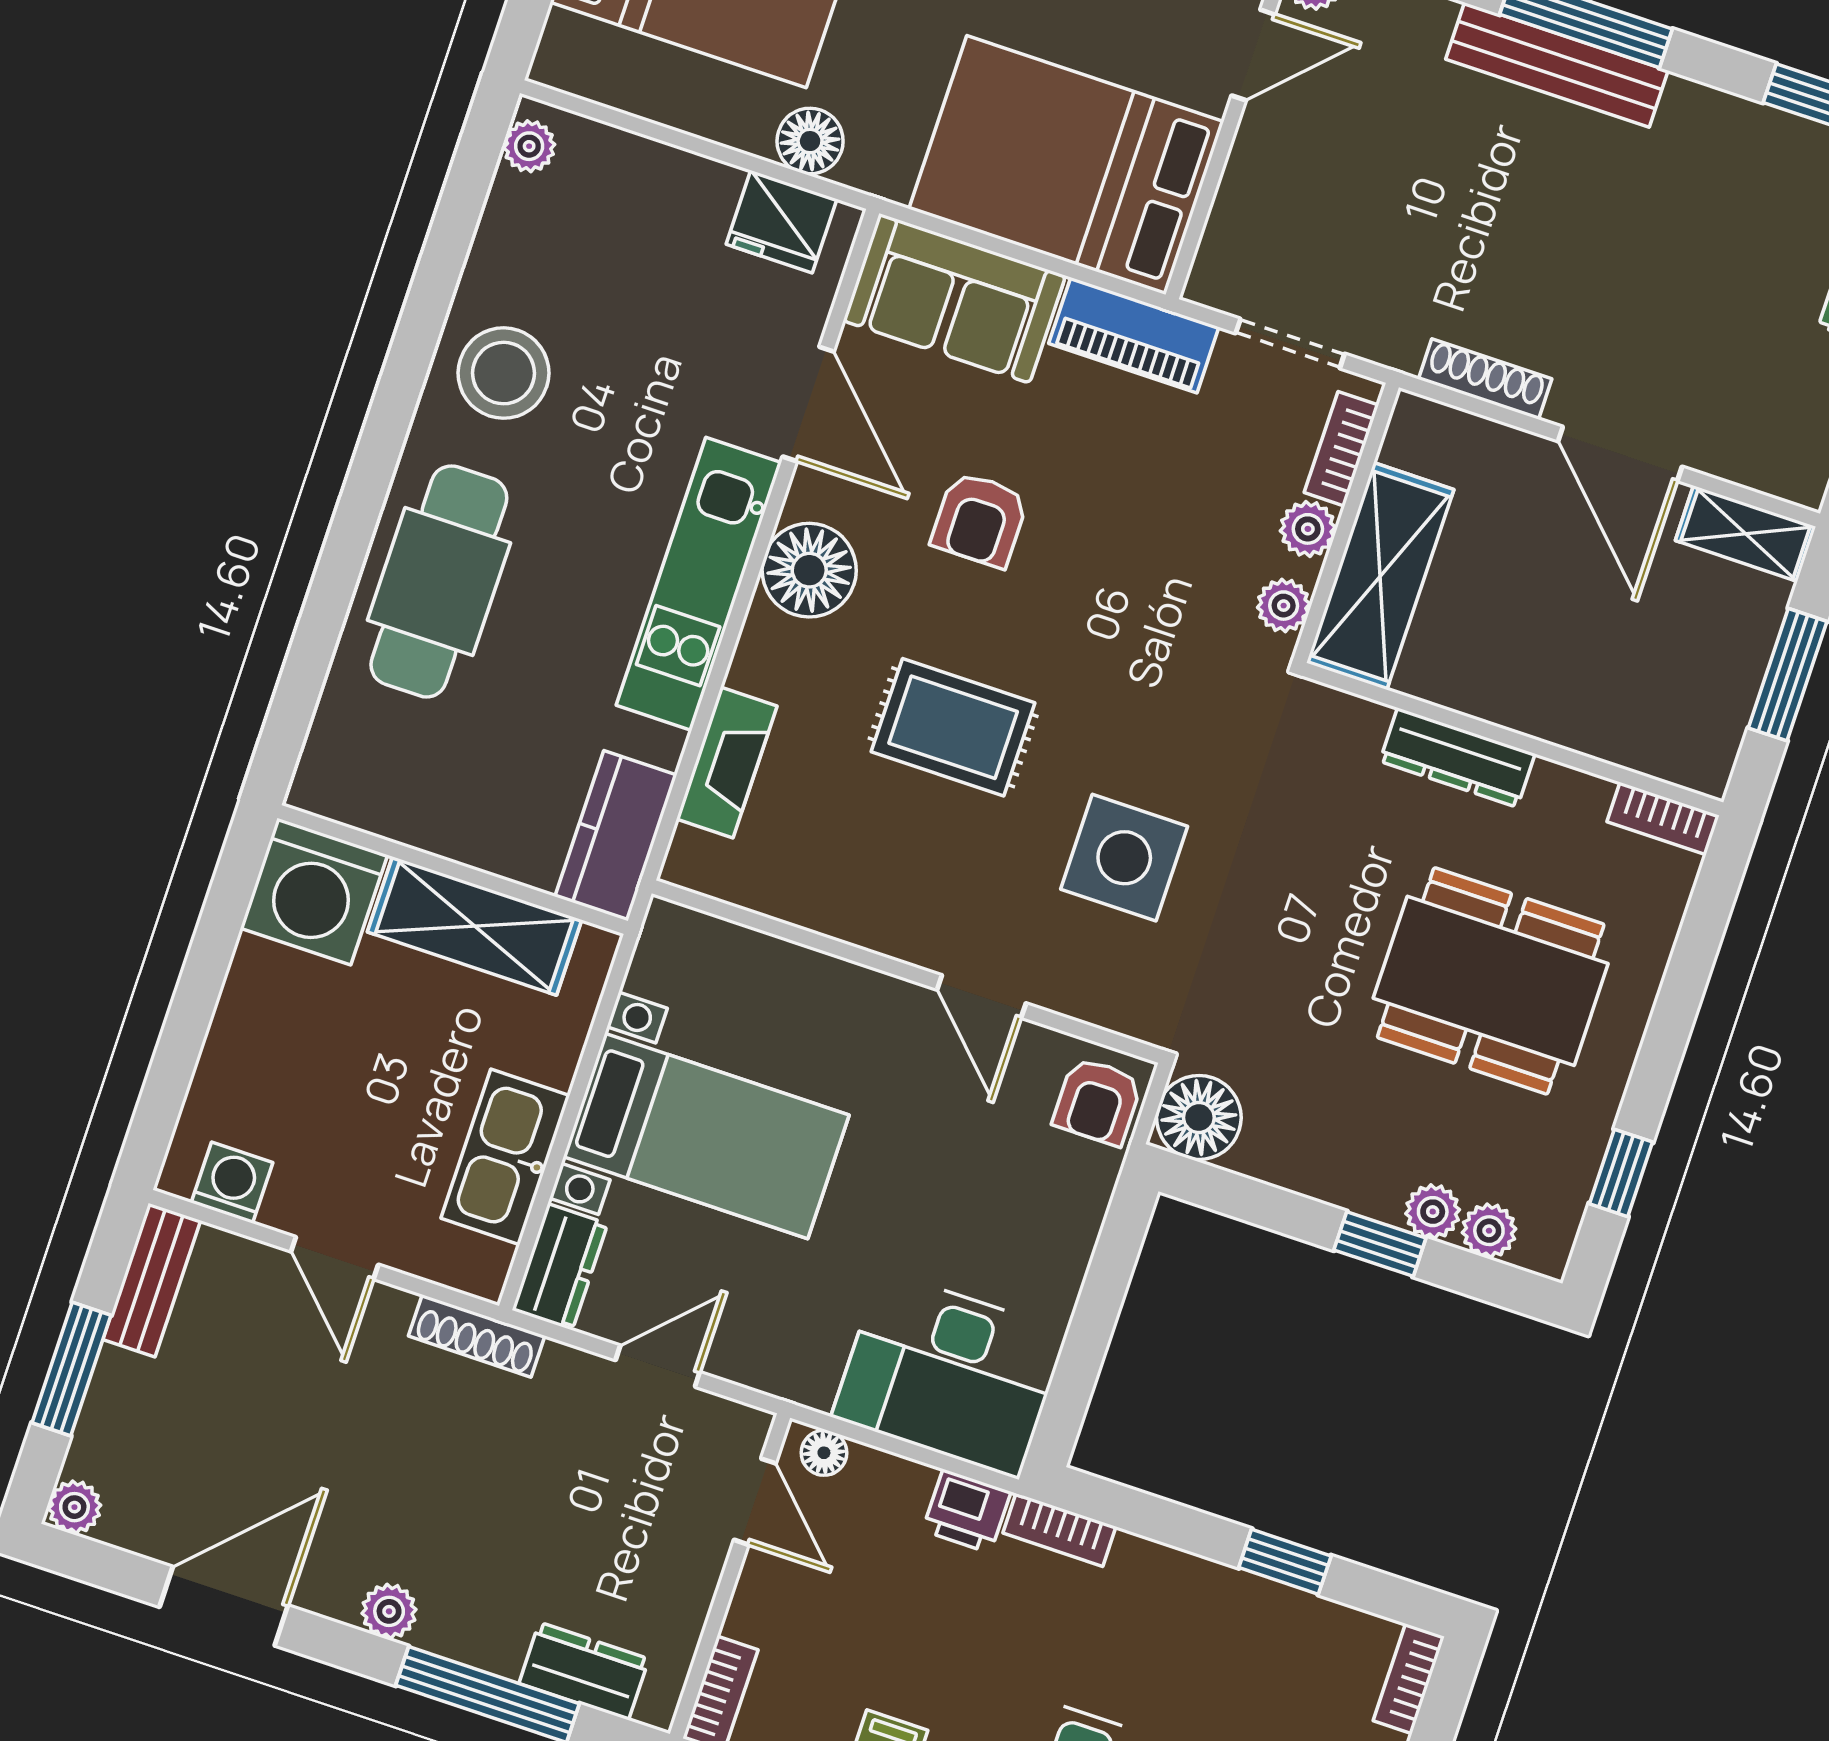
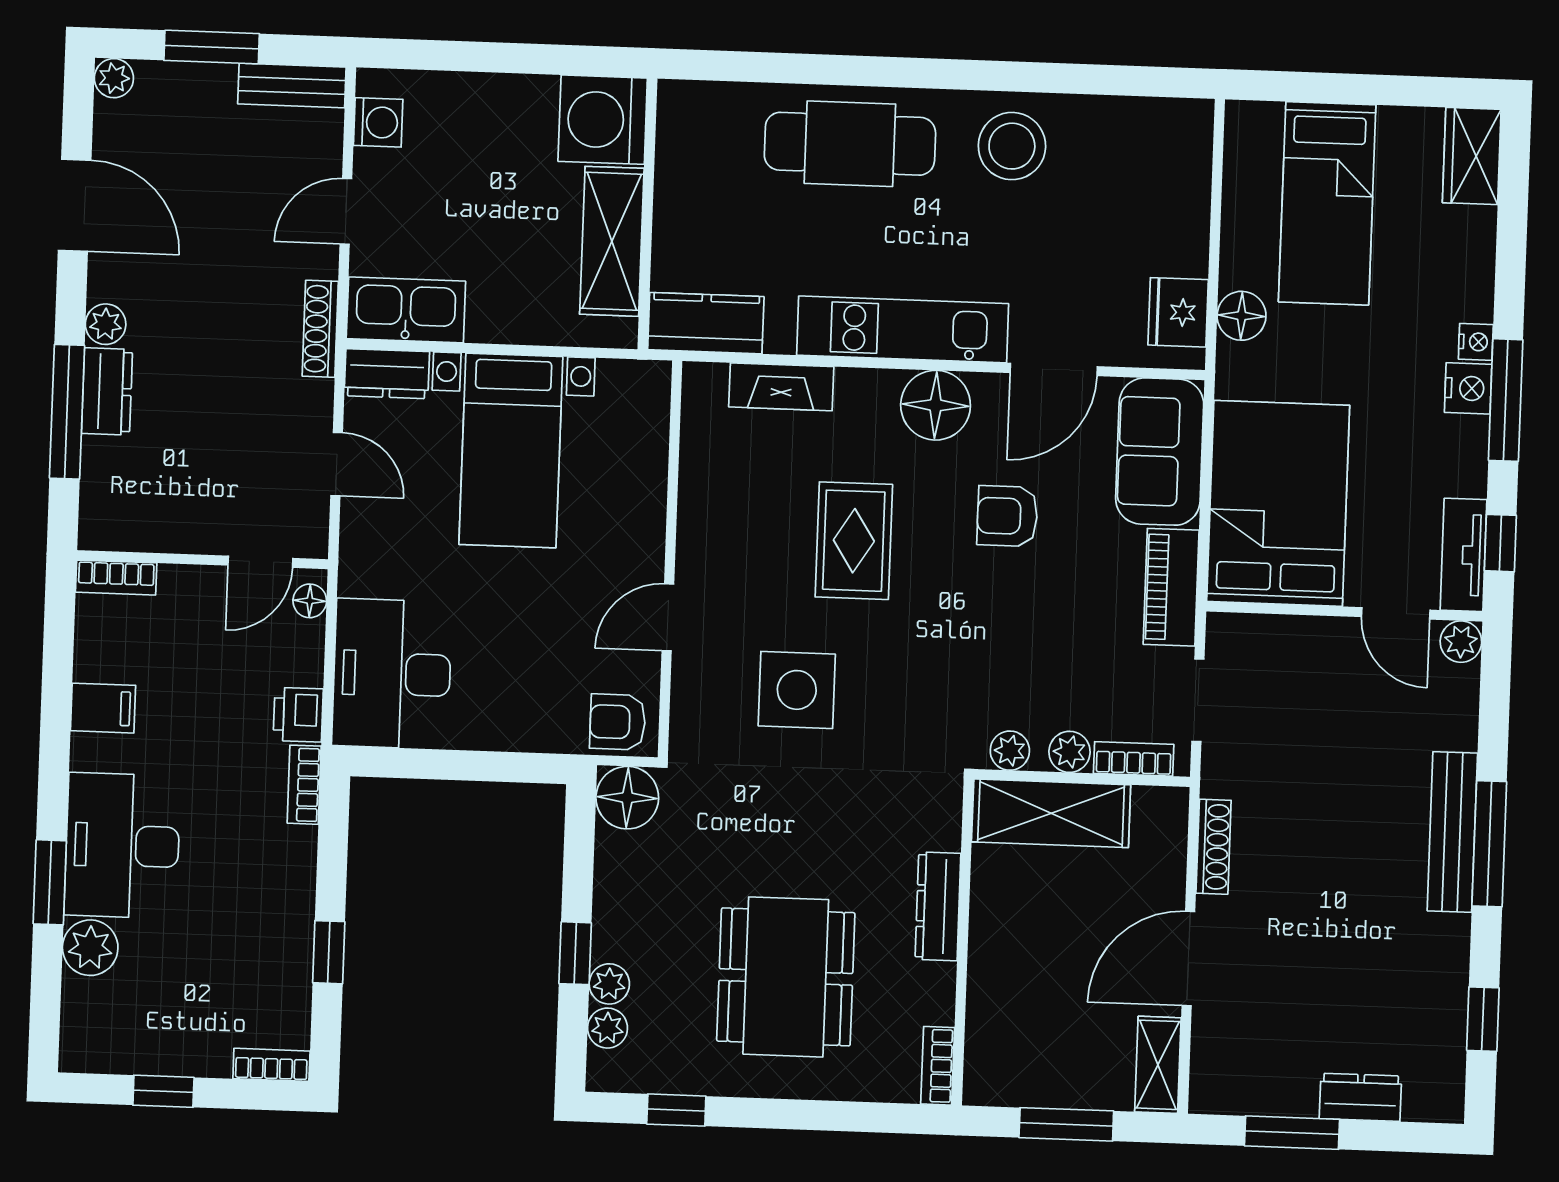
plant: (529, 146) -> (1179, 117), removed
kitchen sink: (505, 1157) -> (406, 310), moved
dresser: (584, 1671) -> (107, 391), moved

